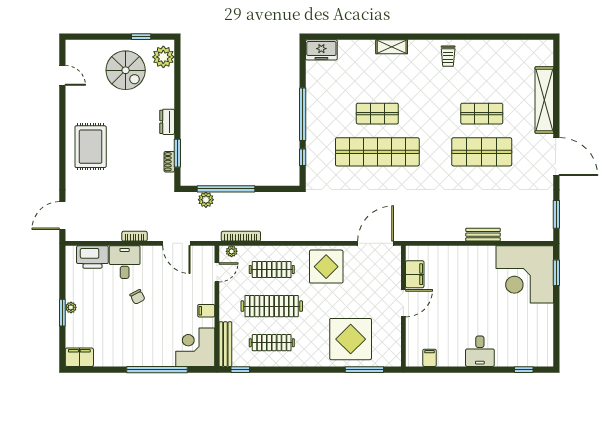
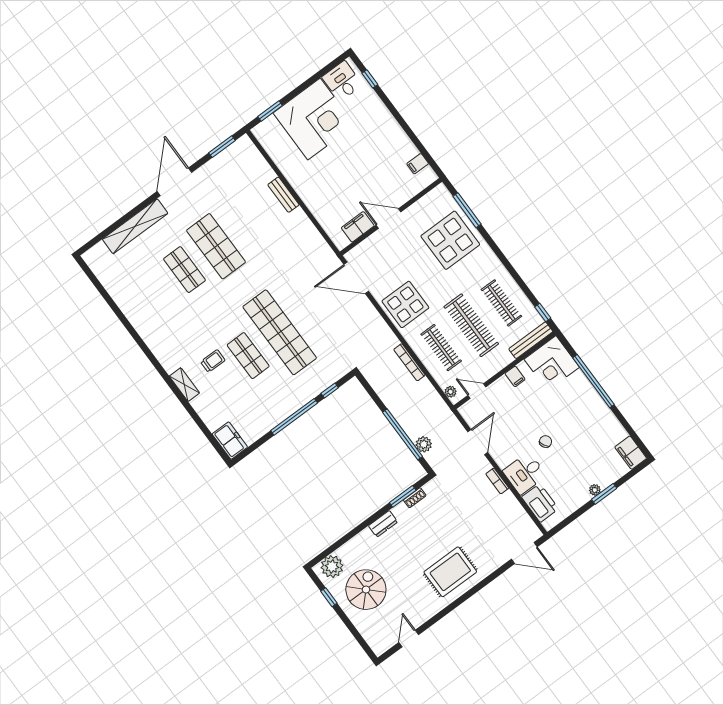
trolley: (448, 56) -> (213, 361), moved
bookcase: (241, 236) -> (409, 362), moved
corner desk: (525, 274) -> (314, 119), moved
desk: (480, 351) -> (342, 81), moved, turned -90

